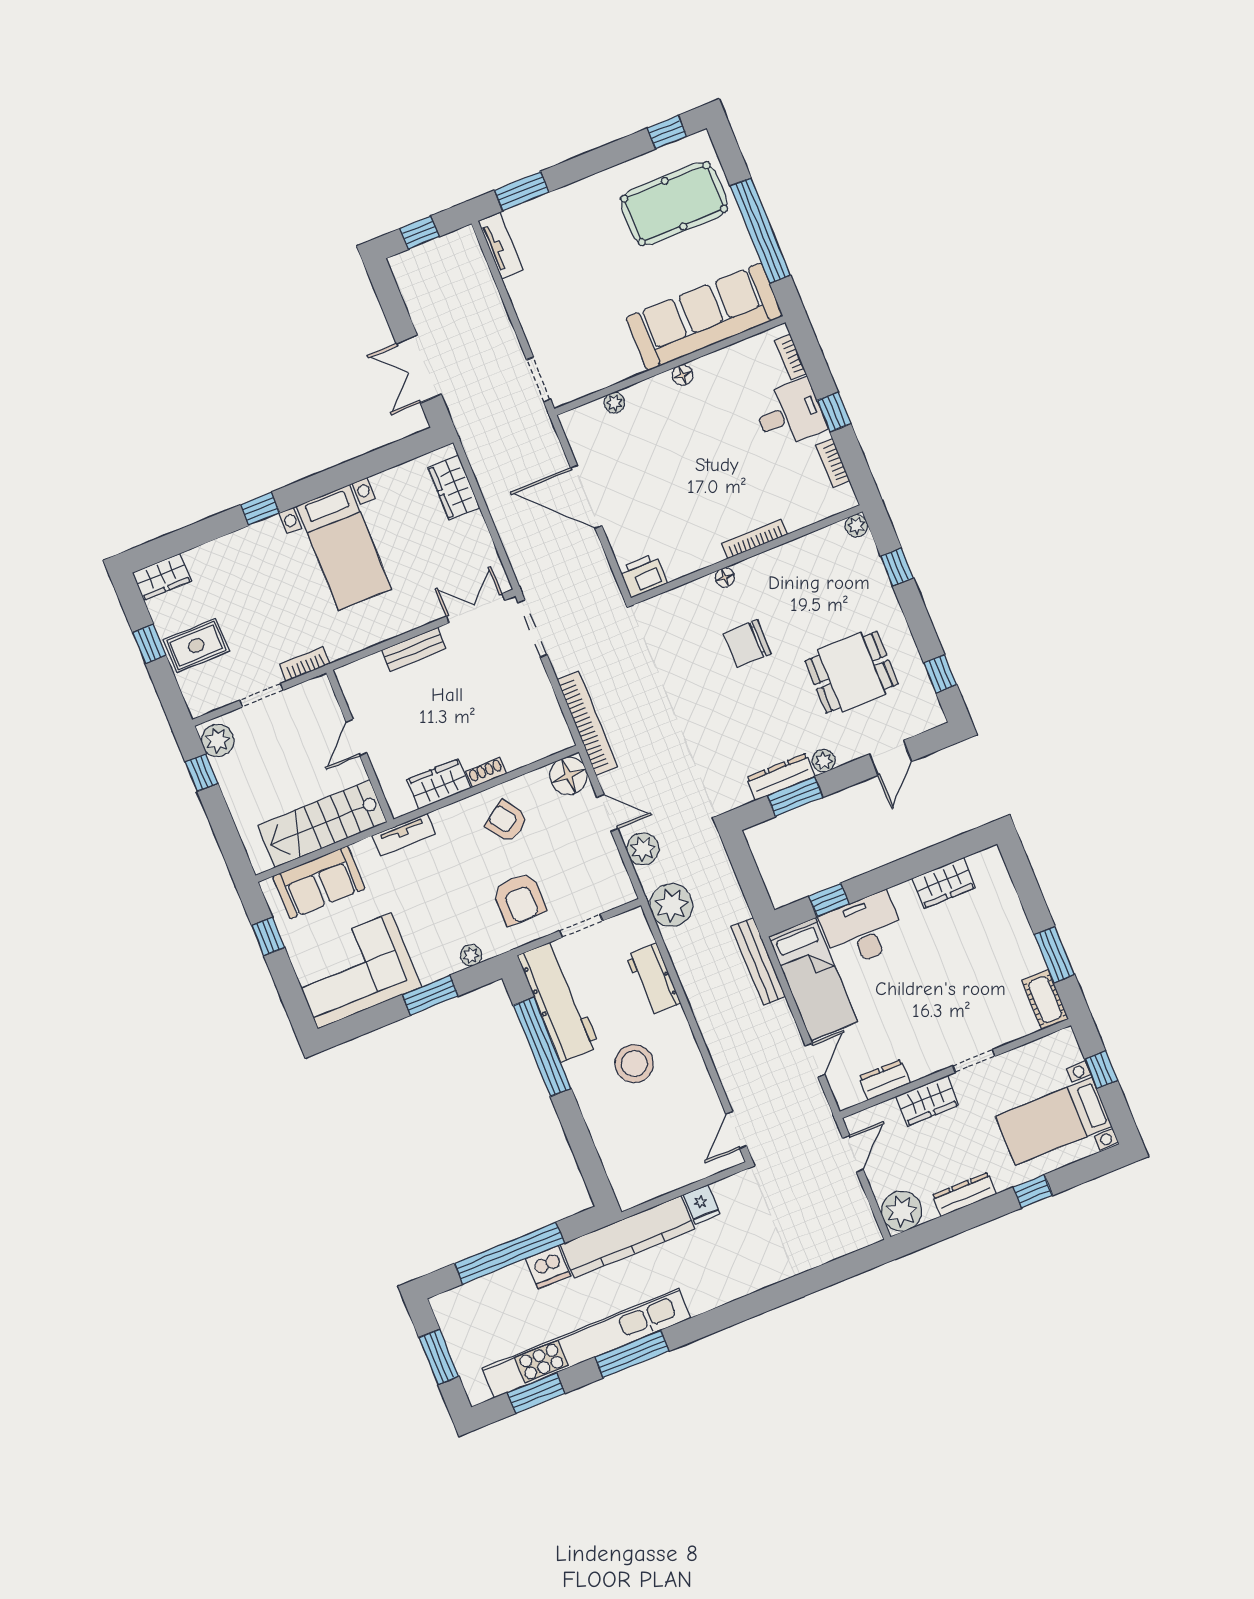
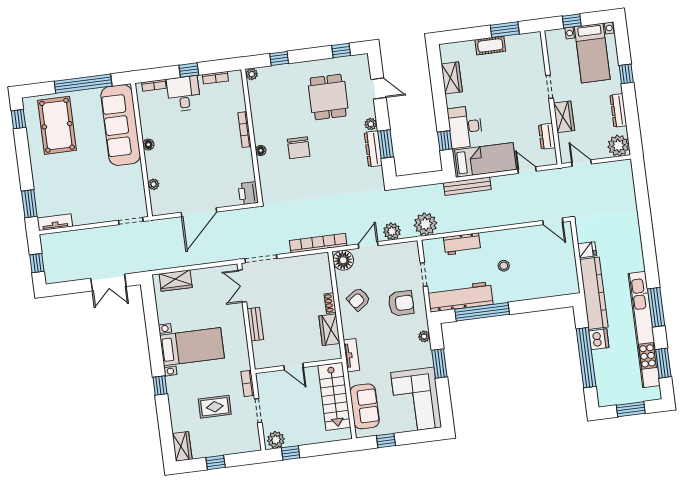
rug: (196, 646) -> (215, 407), moved, turned 90
cot: (1045, 1000) -> (490, 45), moved
stool: (634, 1064) -> (504, 266), width x0.53, depth x0.53

